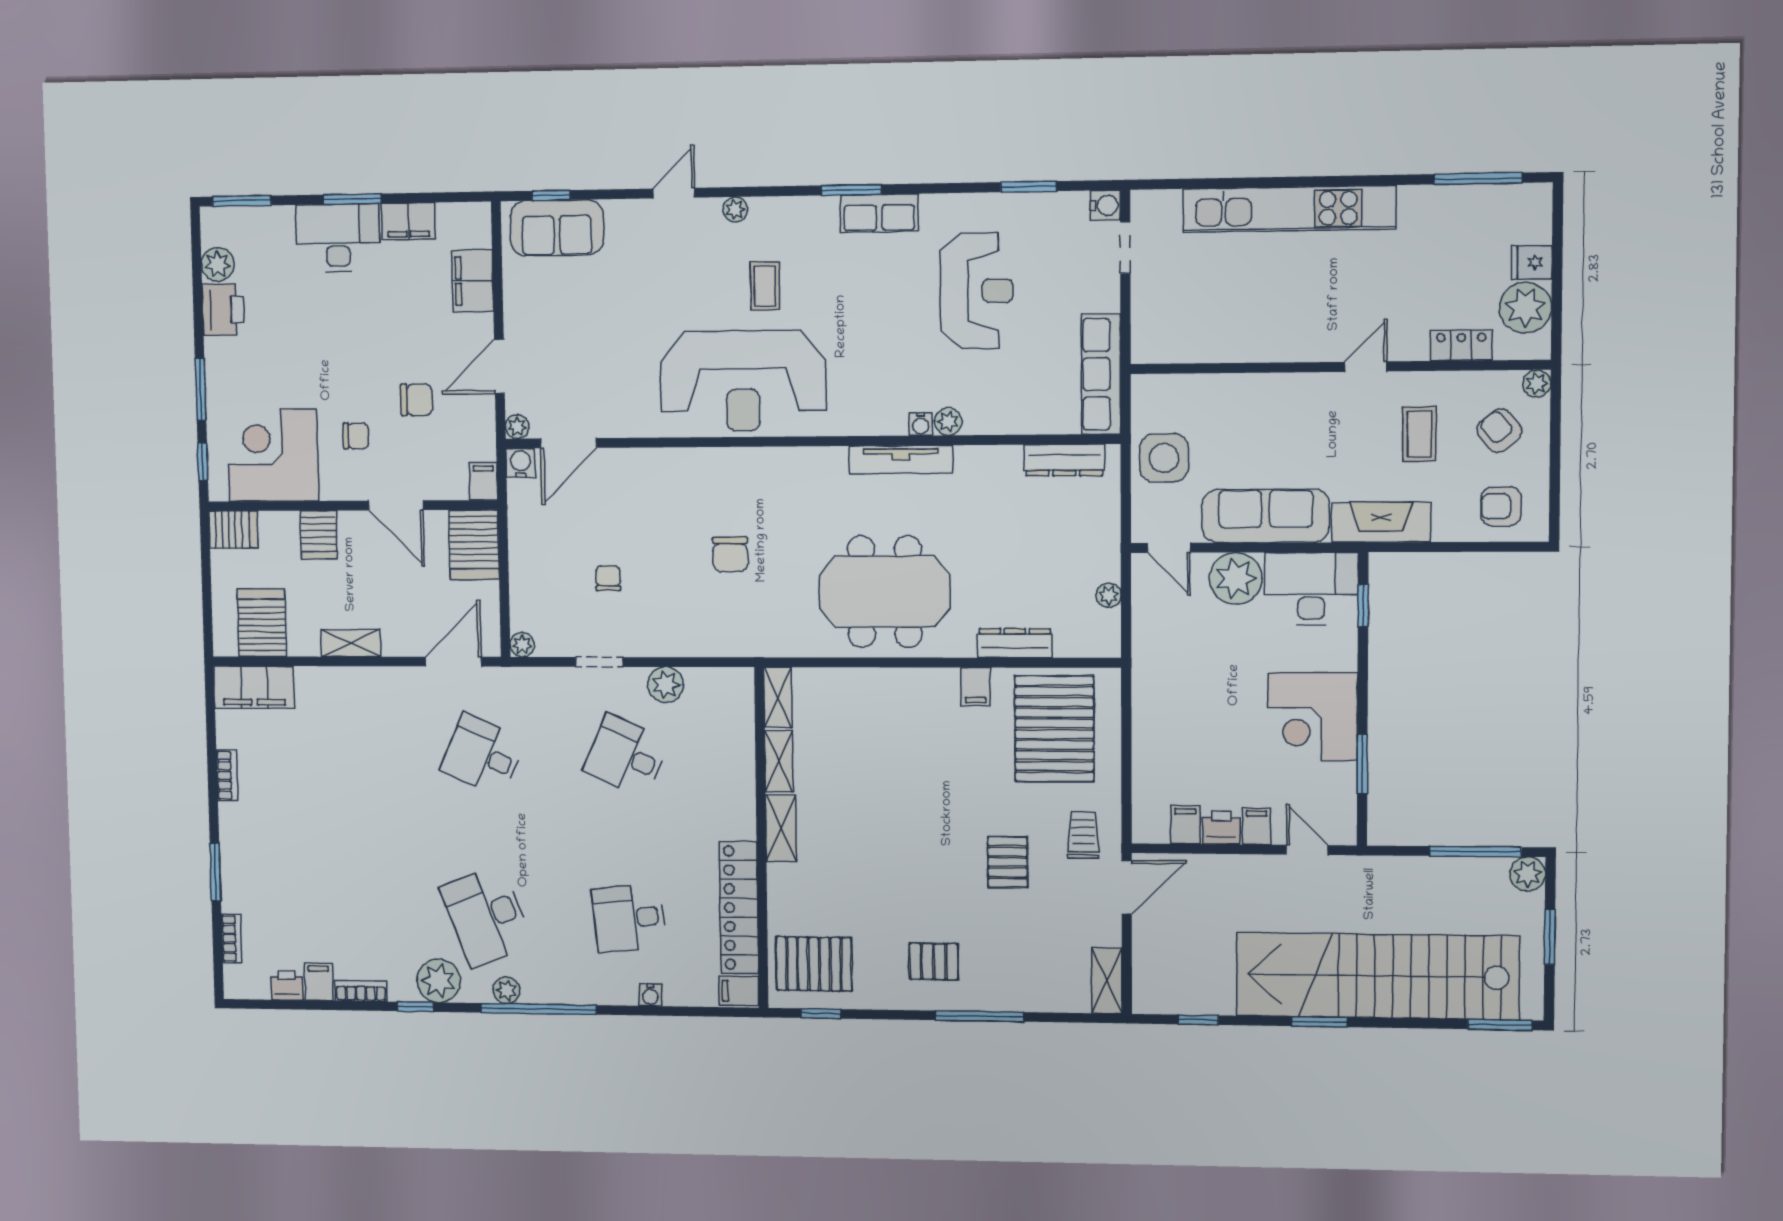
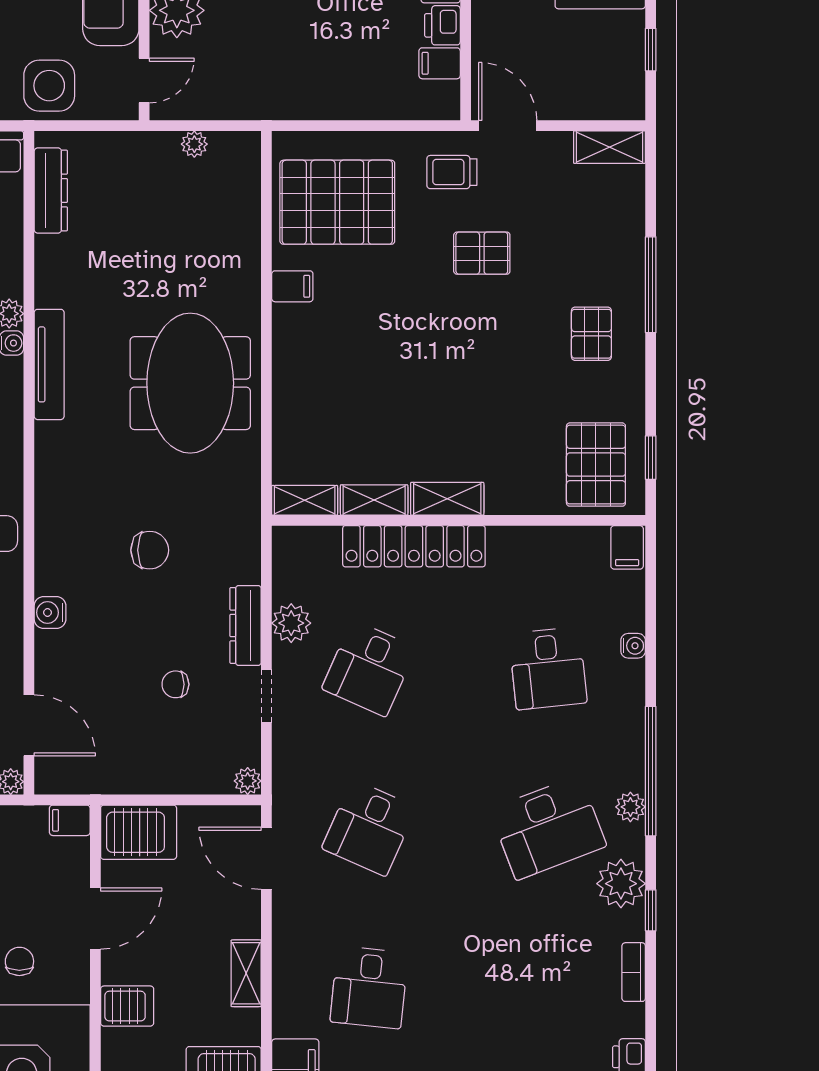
water cooler: (521, 463) -> (50, 613), moved
dresser: (1015, 643) -> (246, 625), moved
desk: (341, 754) -> (369, 987), added
locker: (739, 908) -> (414, 546), moved
filing cabinet: (319, 982) -> (624, 1020), removed

